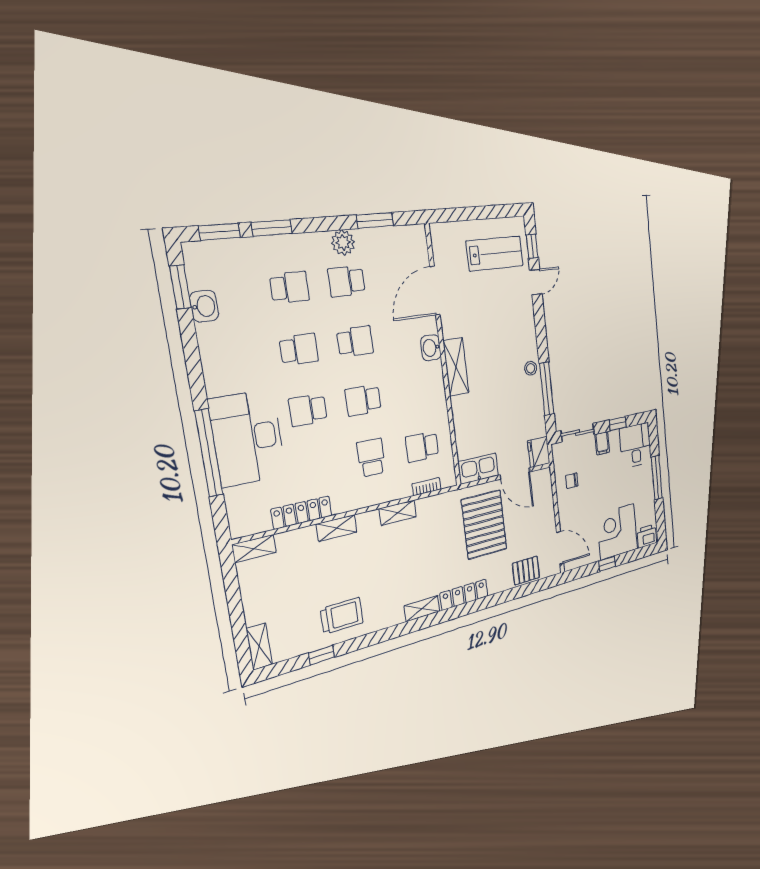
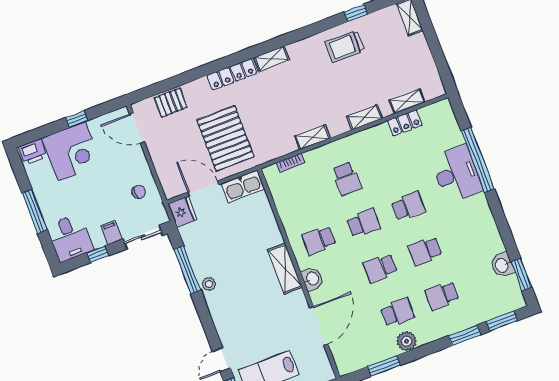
desk: (248, 438) -> (457, 174), width x0.73, depth x0.77
school desk: (422, 447) -> (319, 240), moved, turned 180
locker: (302, 513) -> (405, 123), width x0.66
shelving: (254, 549) -> (407, 101), moved

